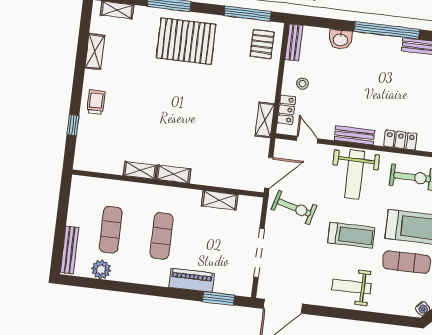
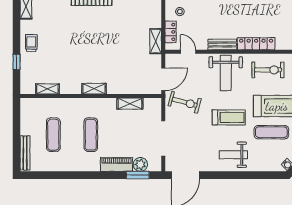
locker: (400, 140) -> (256, 44), width x1.53
shelving: (140, 170) -> (47, 89), moved
plant: (101, 270) -> (140, 164), moved

